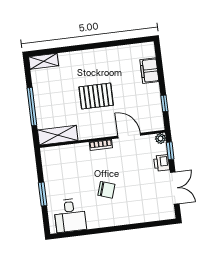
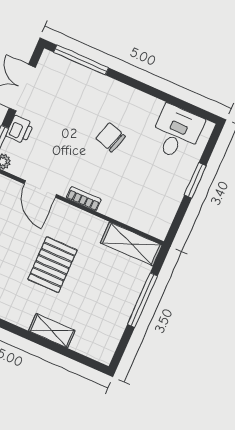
shelving: (44, 61) -> (52, 331), moved
pallet: (96, 96) -> (52, 265), turned 90
window: (150, 224) -> (81, 60), added

